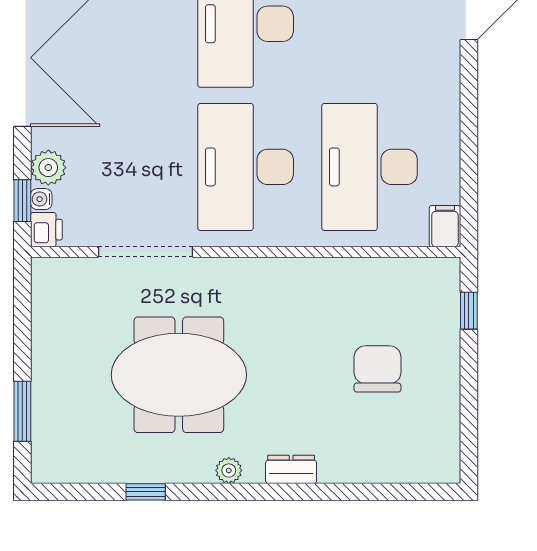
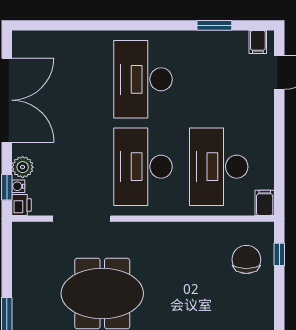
chair: (378, 369) -> (246, 259), moved

